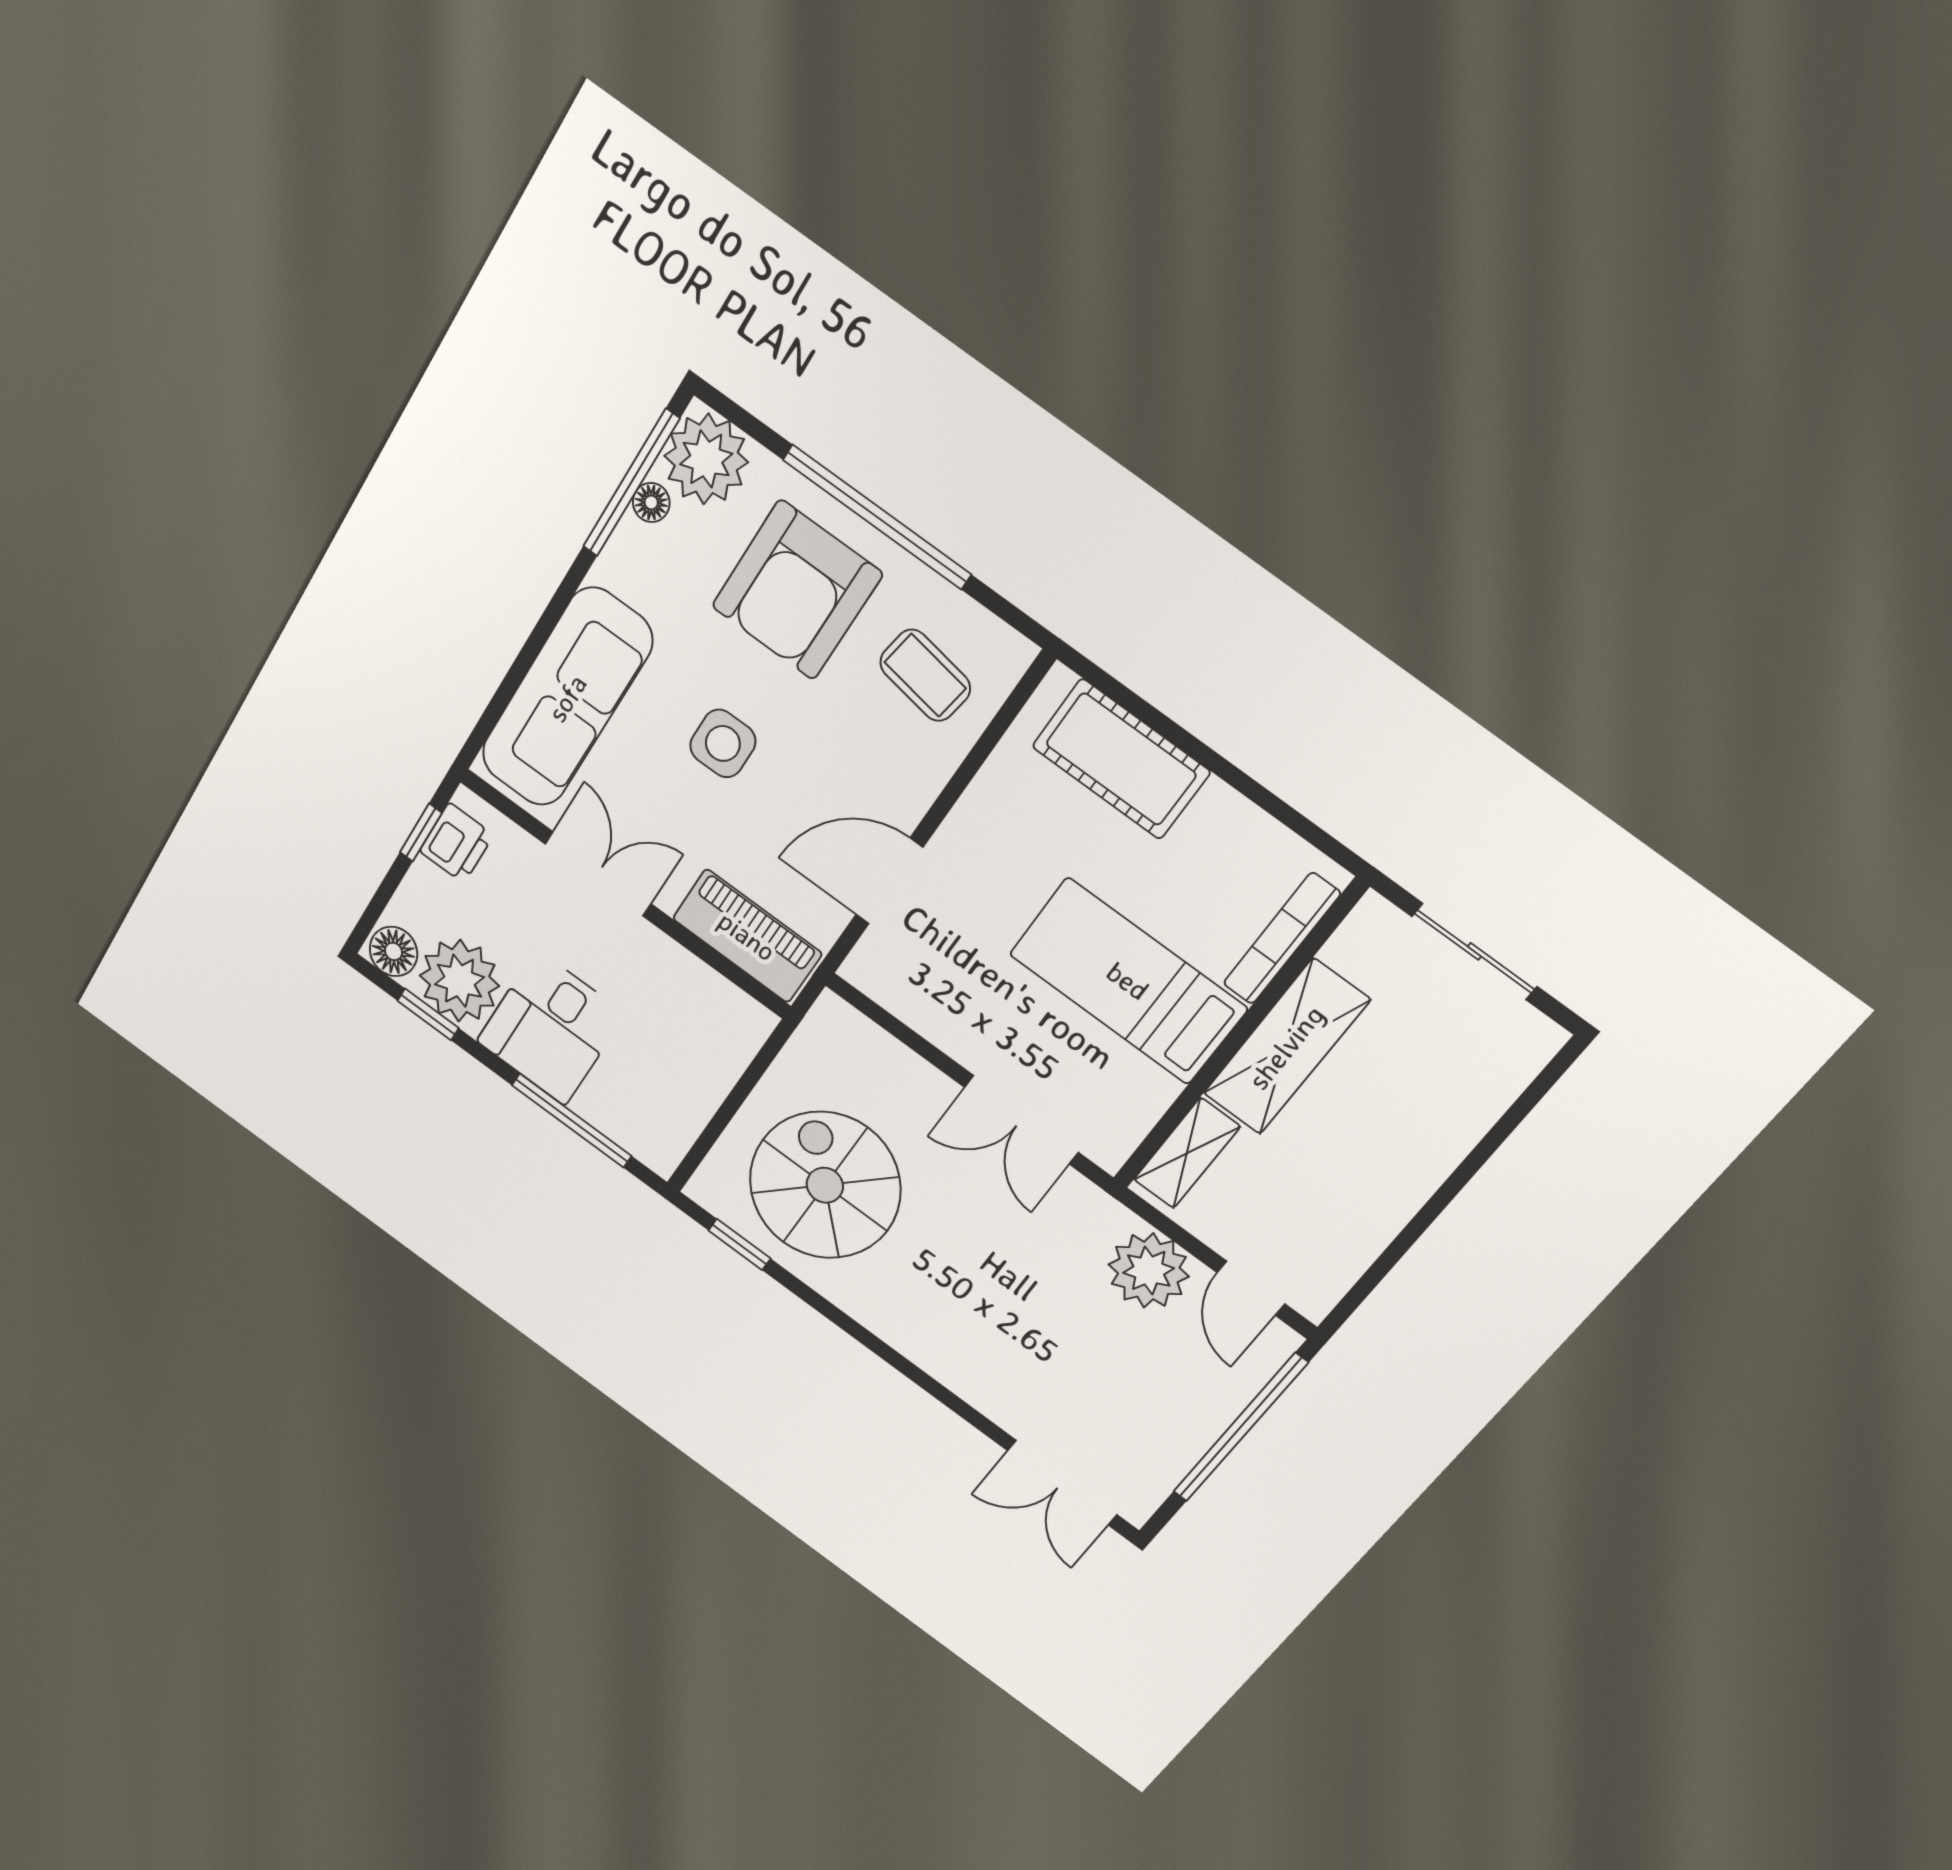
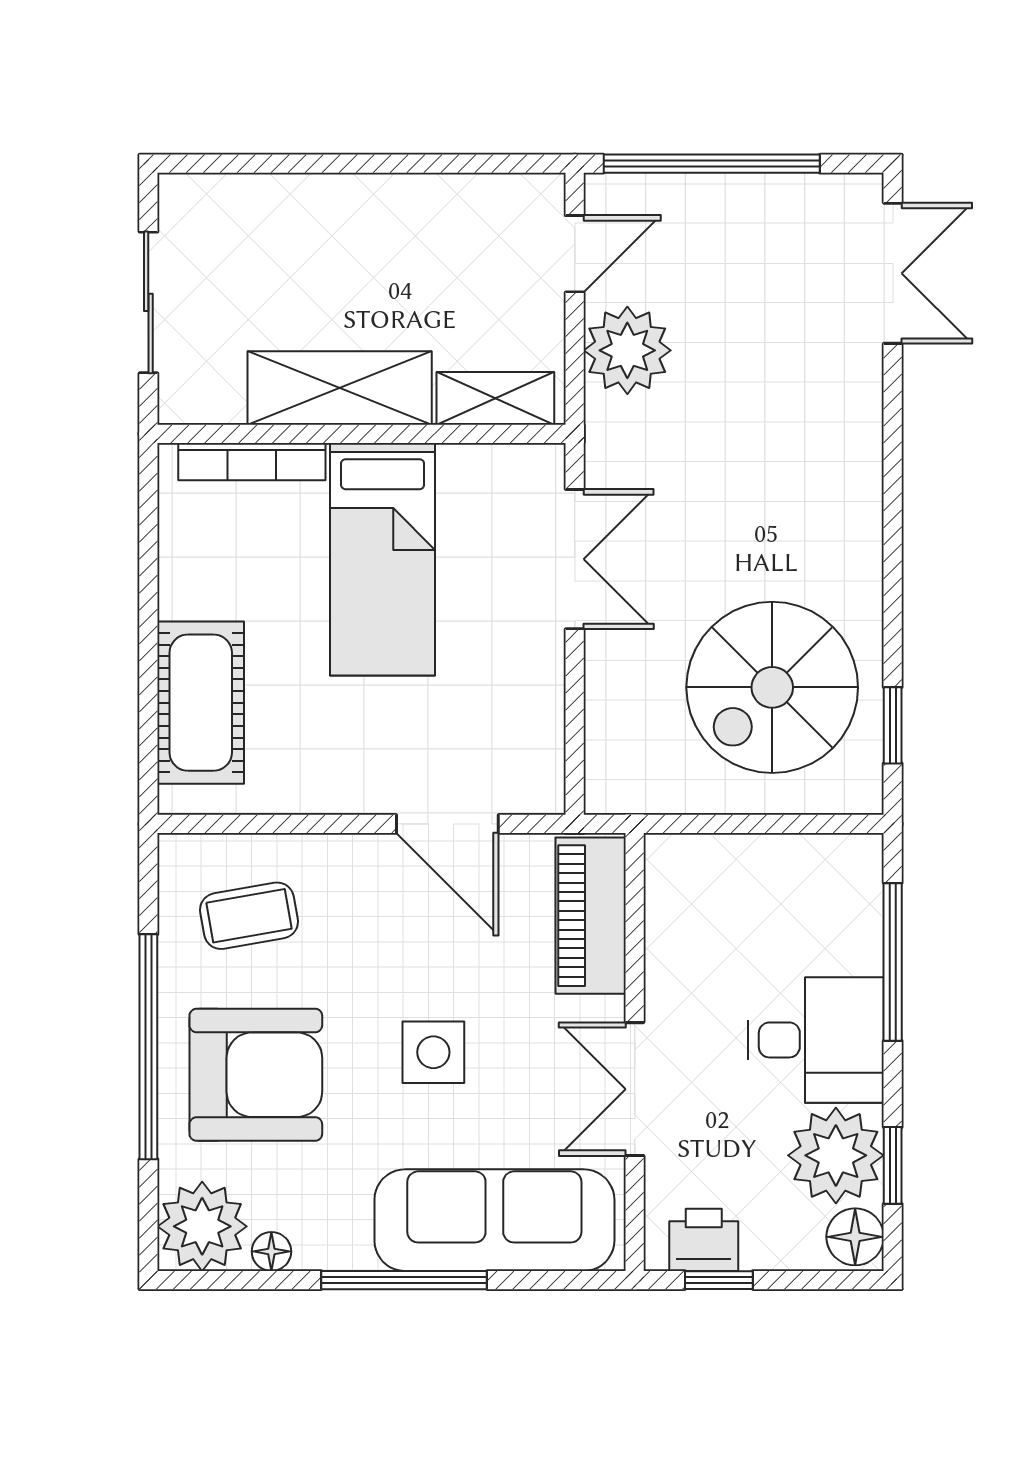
window: (631, 483) -> (404, 1280), moved
coffee table: (925, 675) -> (249, 916), turned 71

